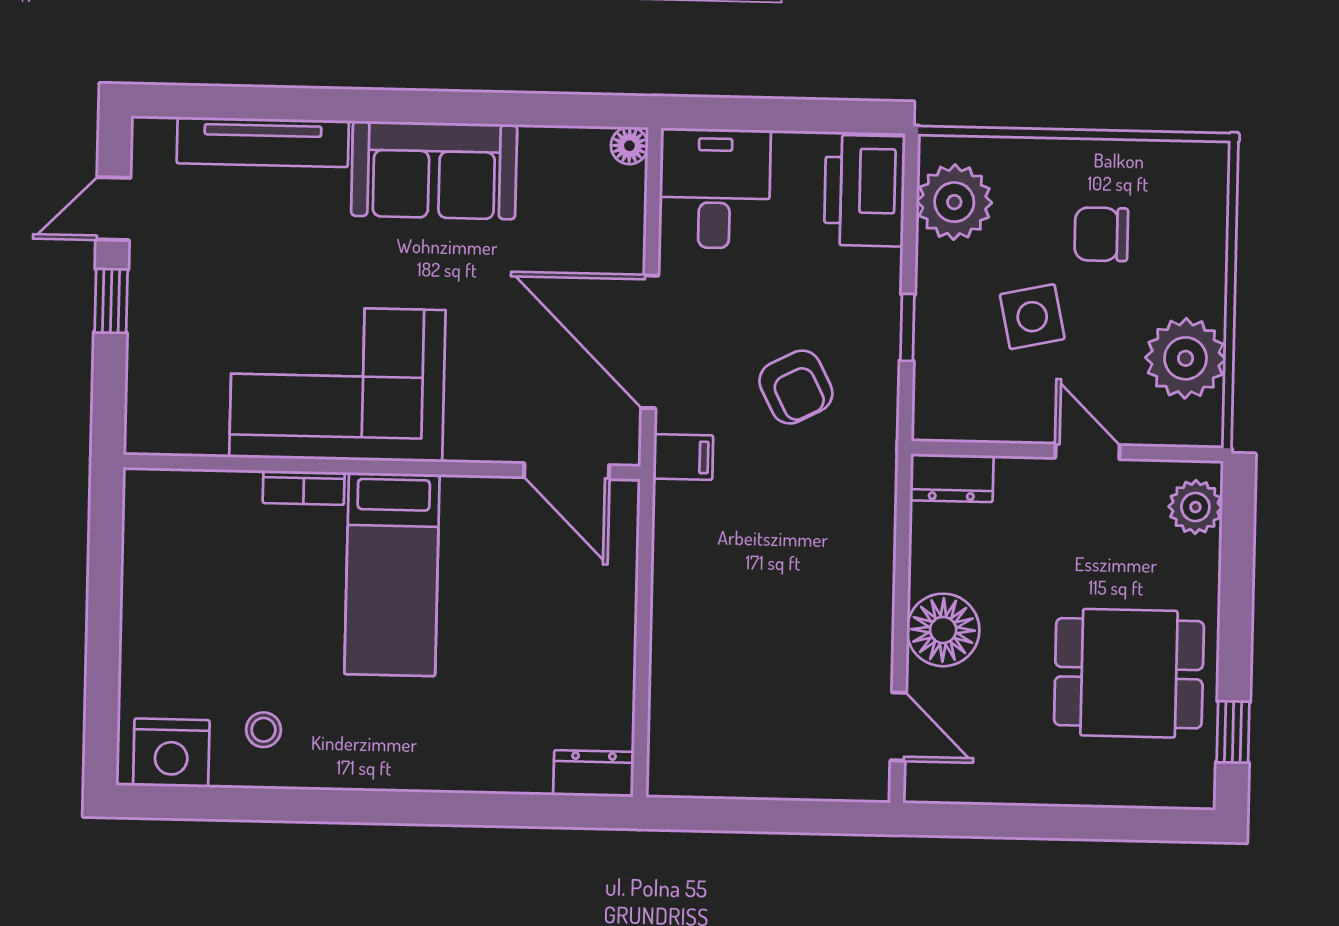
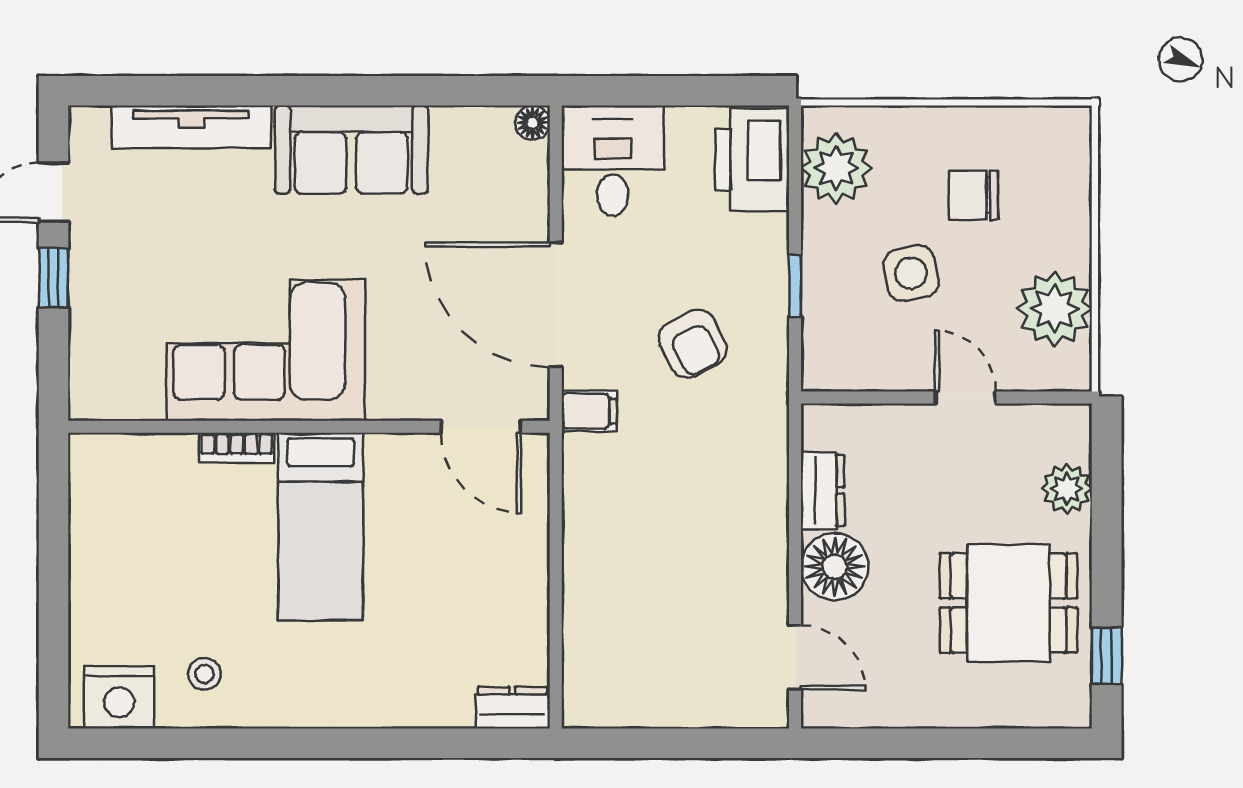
dresser: (952, 478) -> (823, 490), moved, turned -90
plant: (1195, 507) -> (1067, 489), moved

